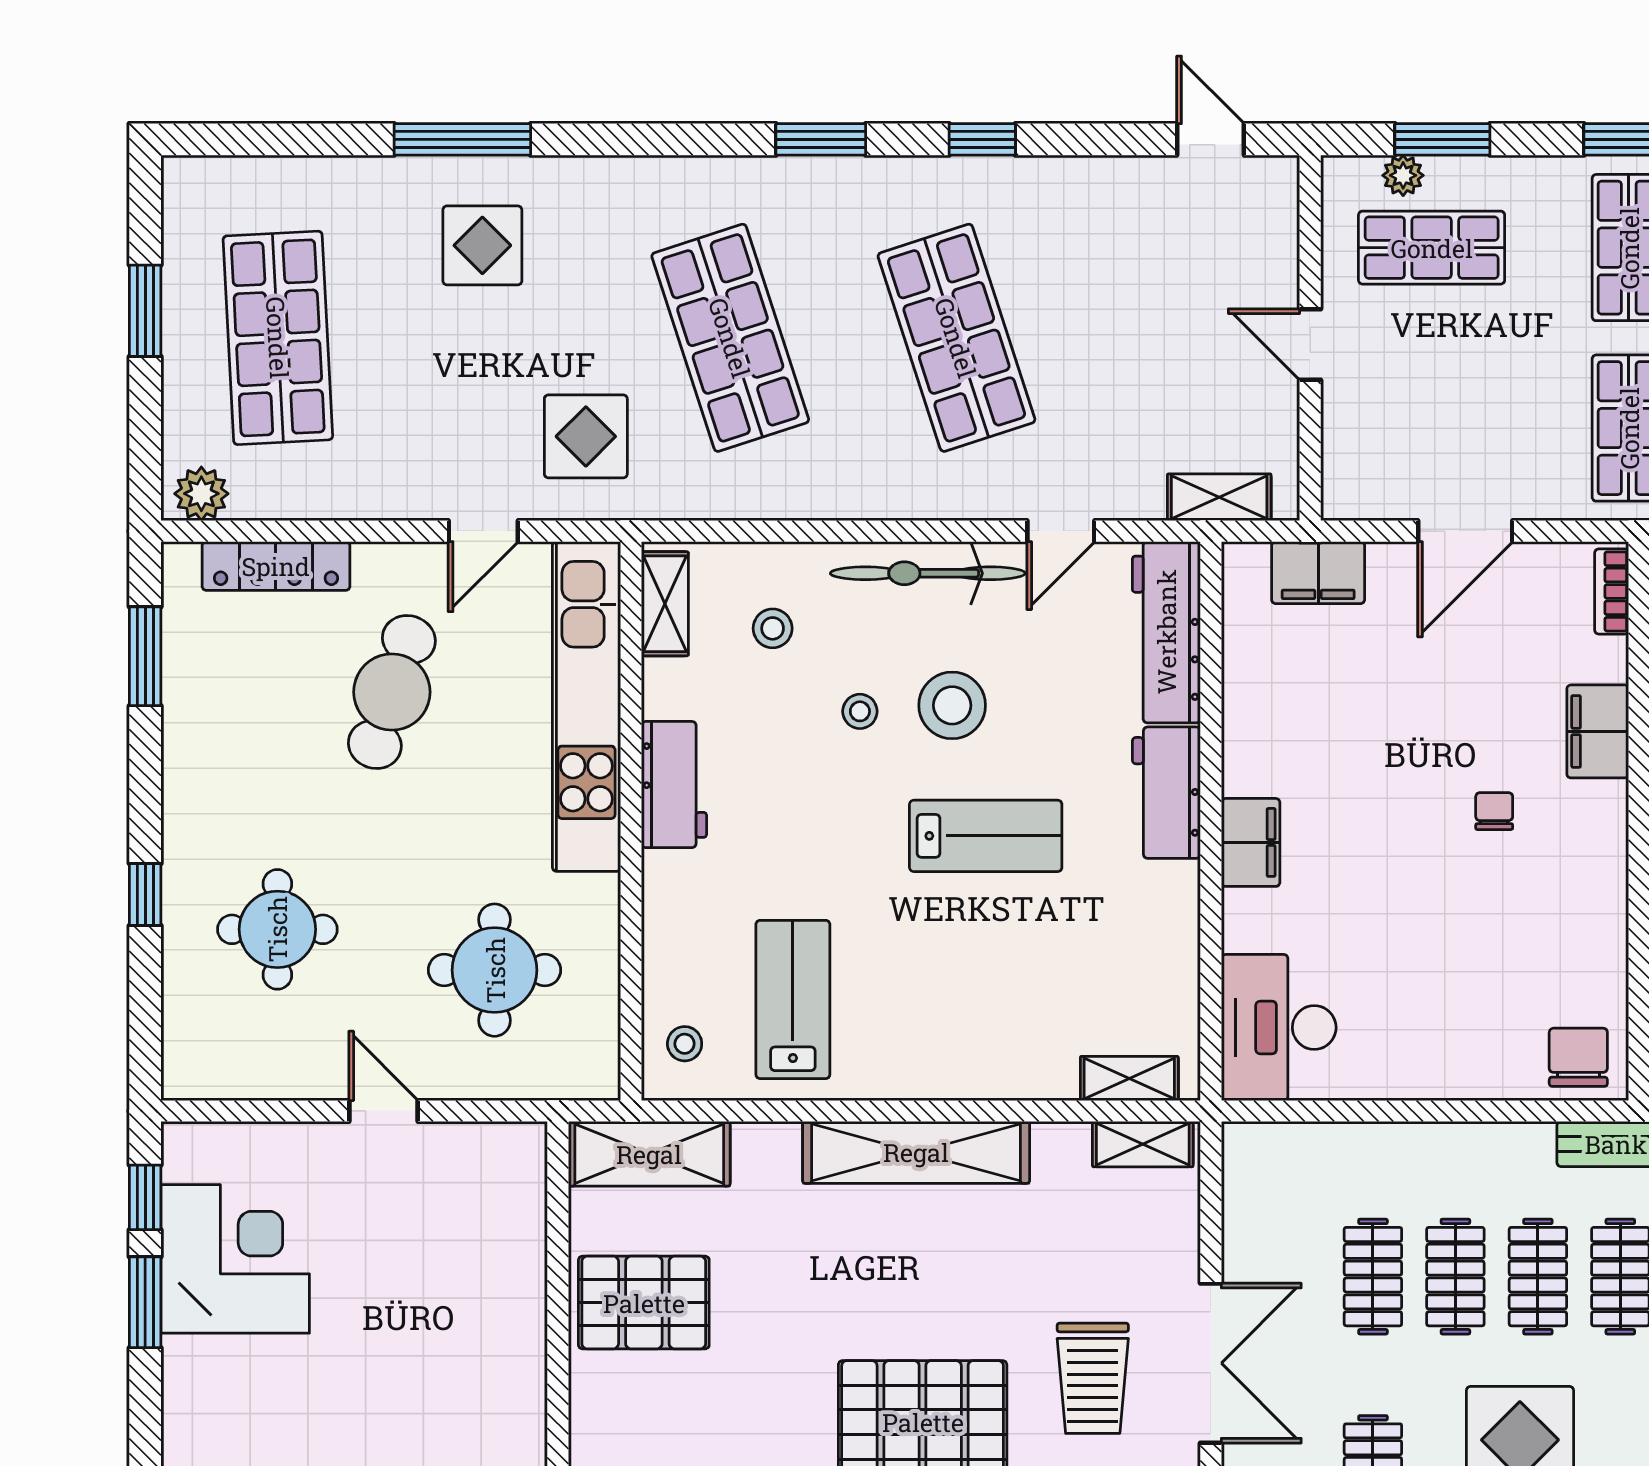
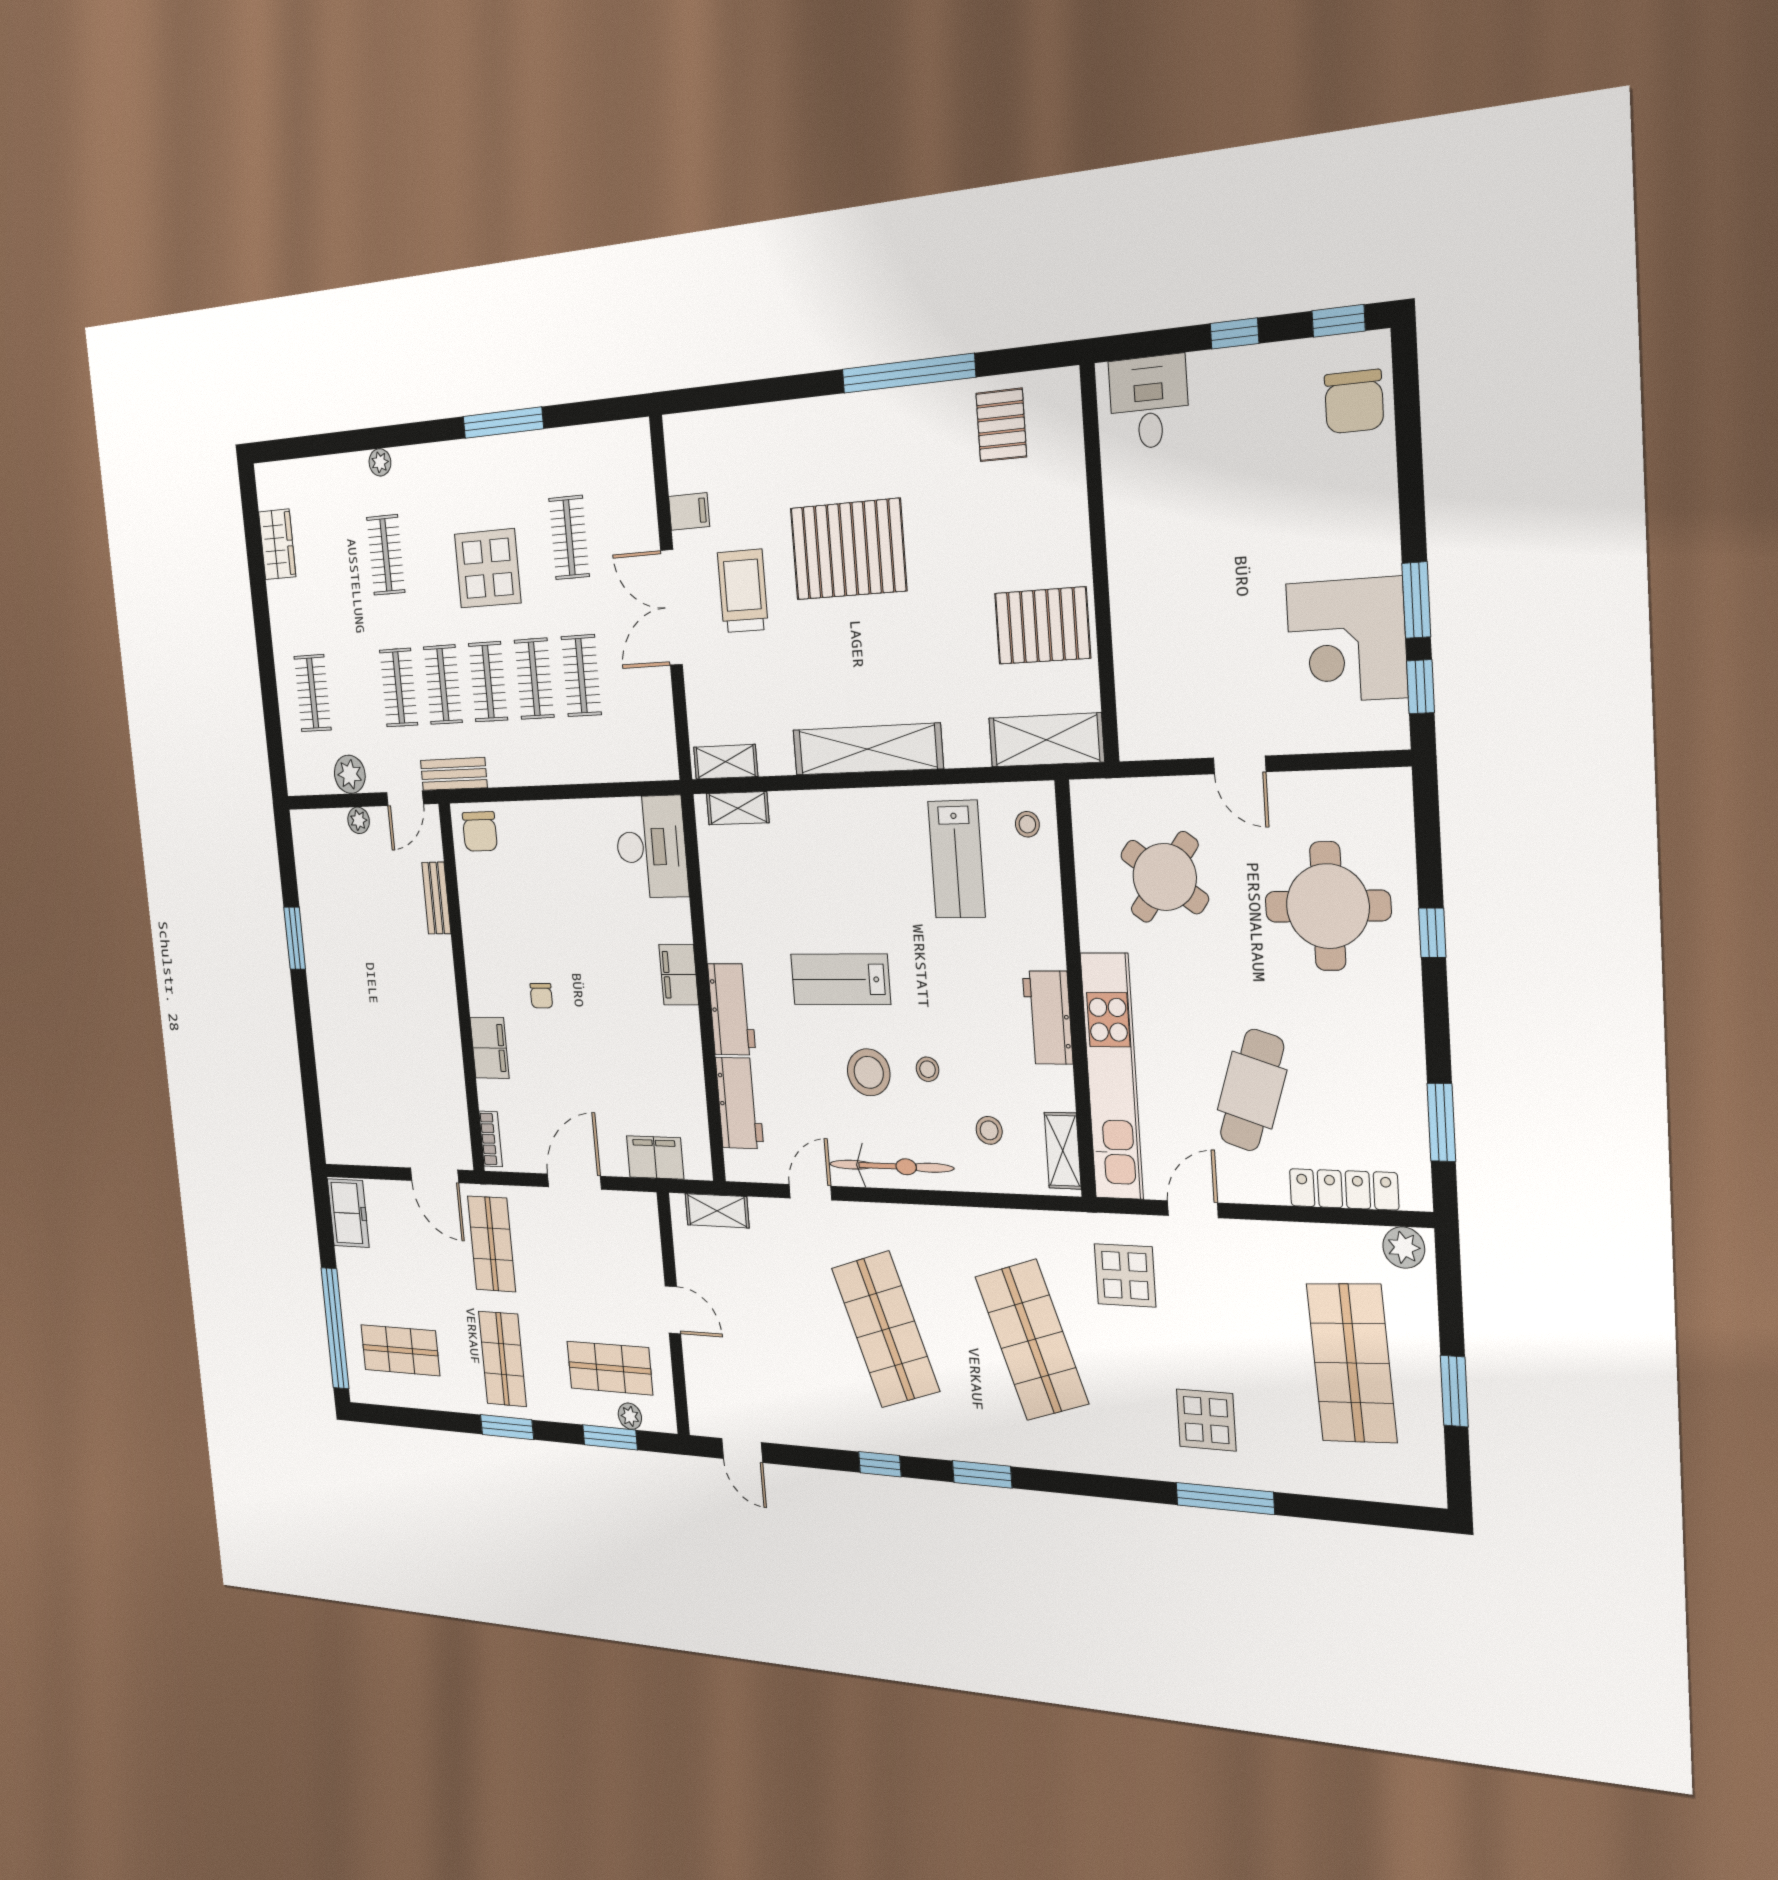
workbench: (1166, 632) -> (739, 1103), width x0.73
round table: (277, 929) -> (1328, 906), width x1.36, depth x1.36
round table: (495, 970) -> (1165, 877), turned 37

